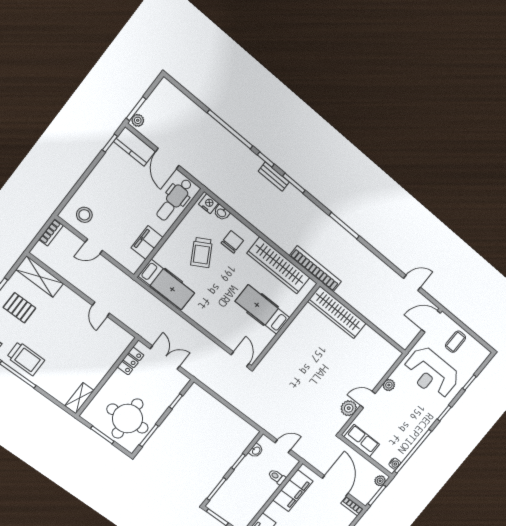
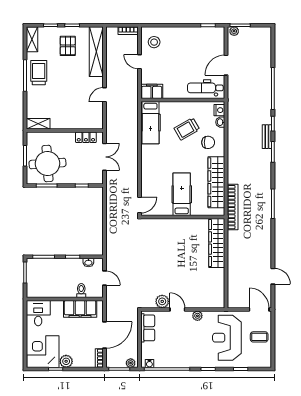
kitchen counter: (135, 146) -> (218, 41), removed
filing cabinet: (147, 243) -> (152, 91), moved
shelving: (40, 277) -> (96, 52), width x1.47
trolley: (26, 359) -> (39, 73), turned 180

